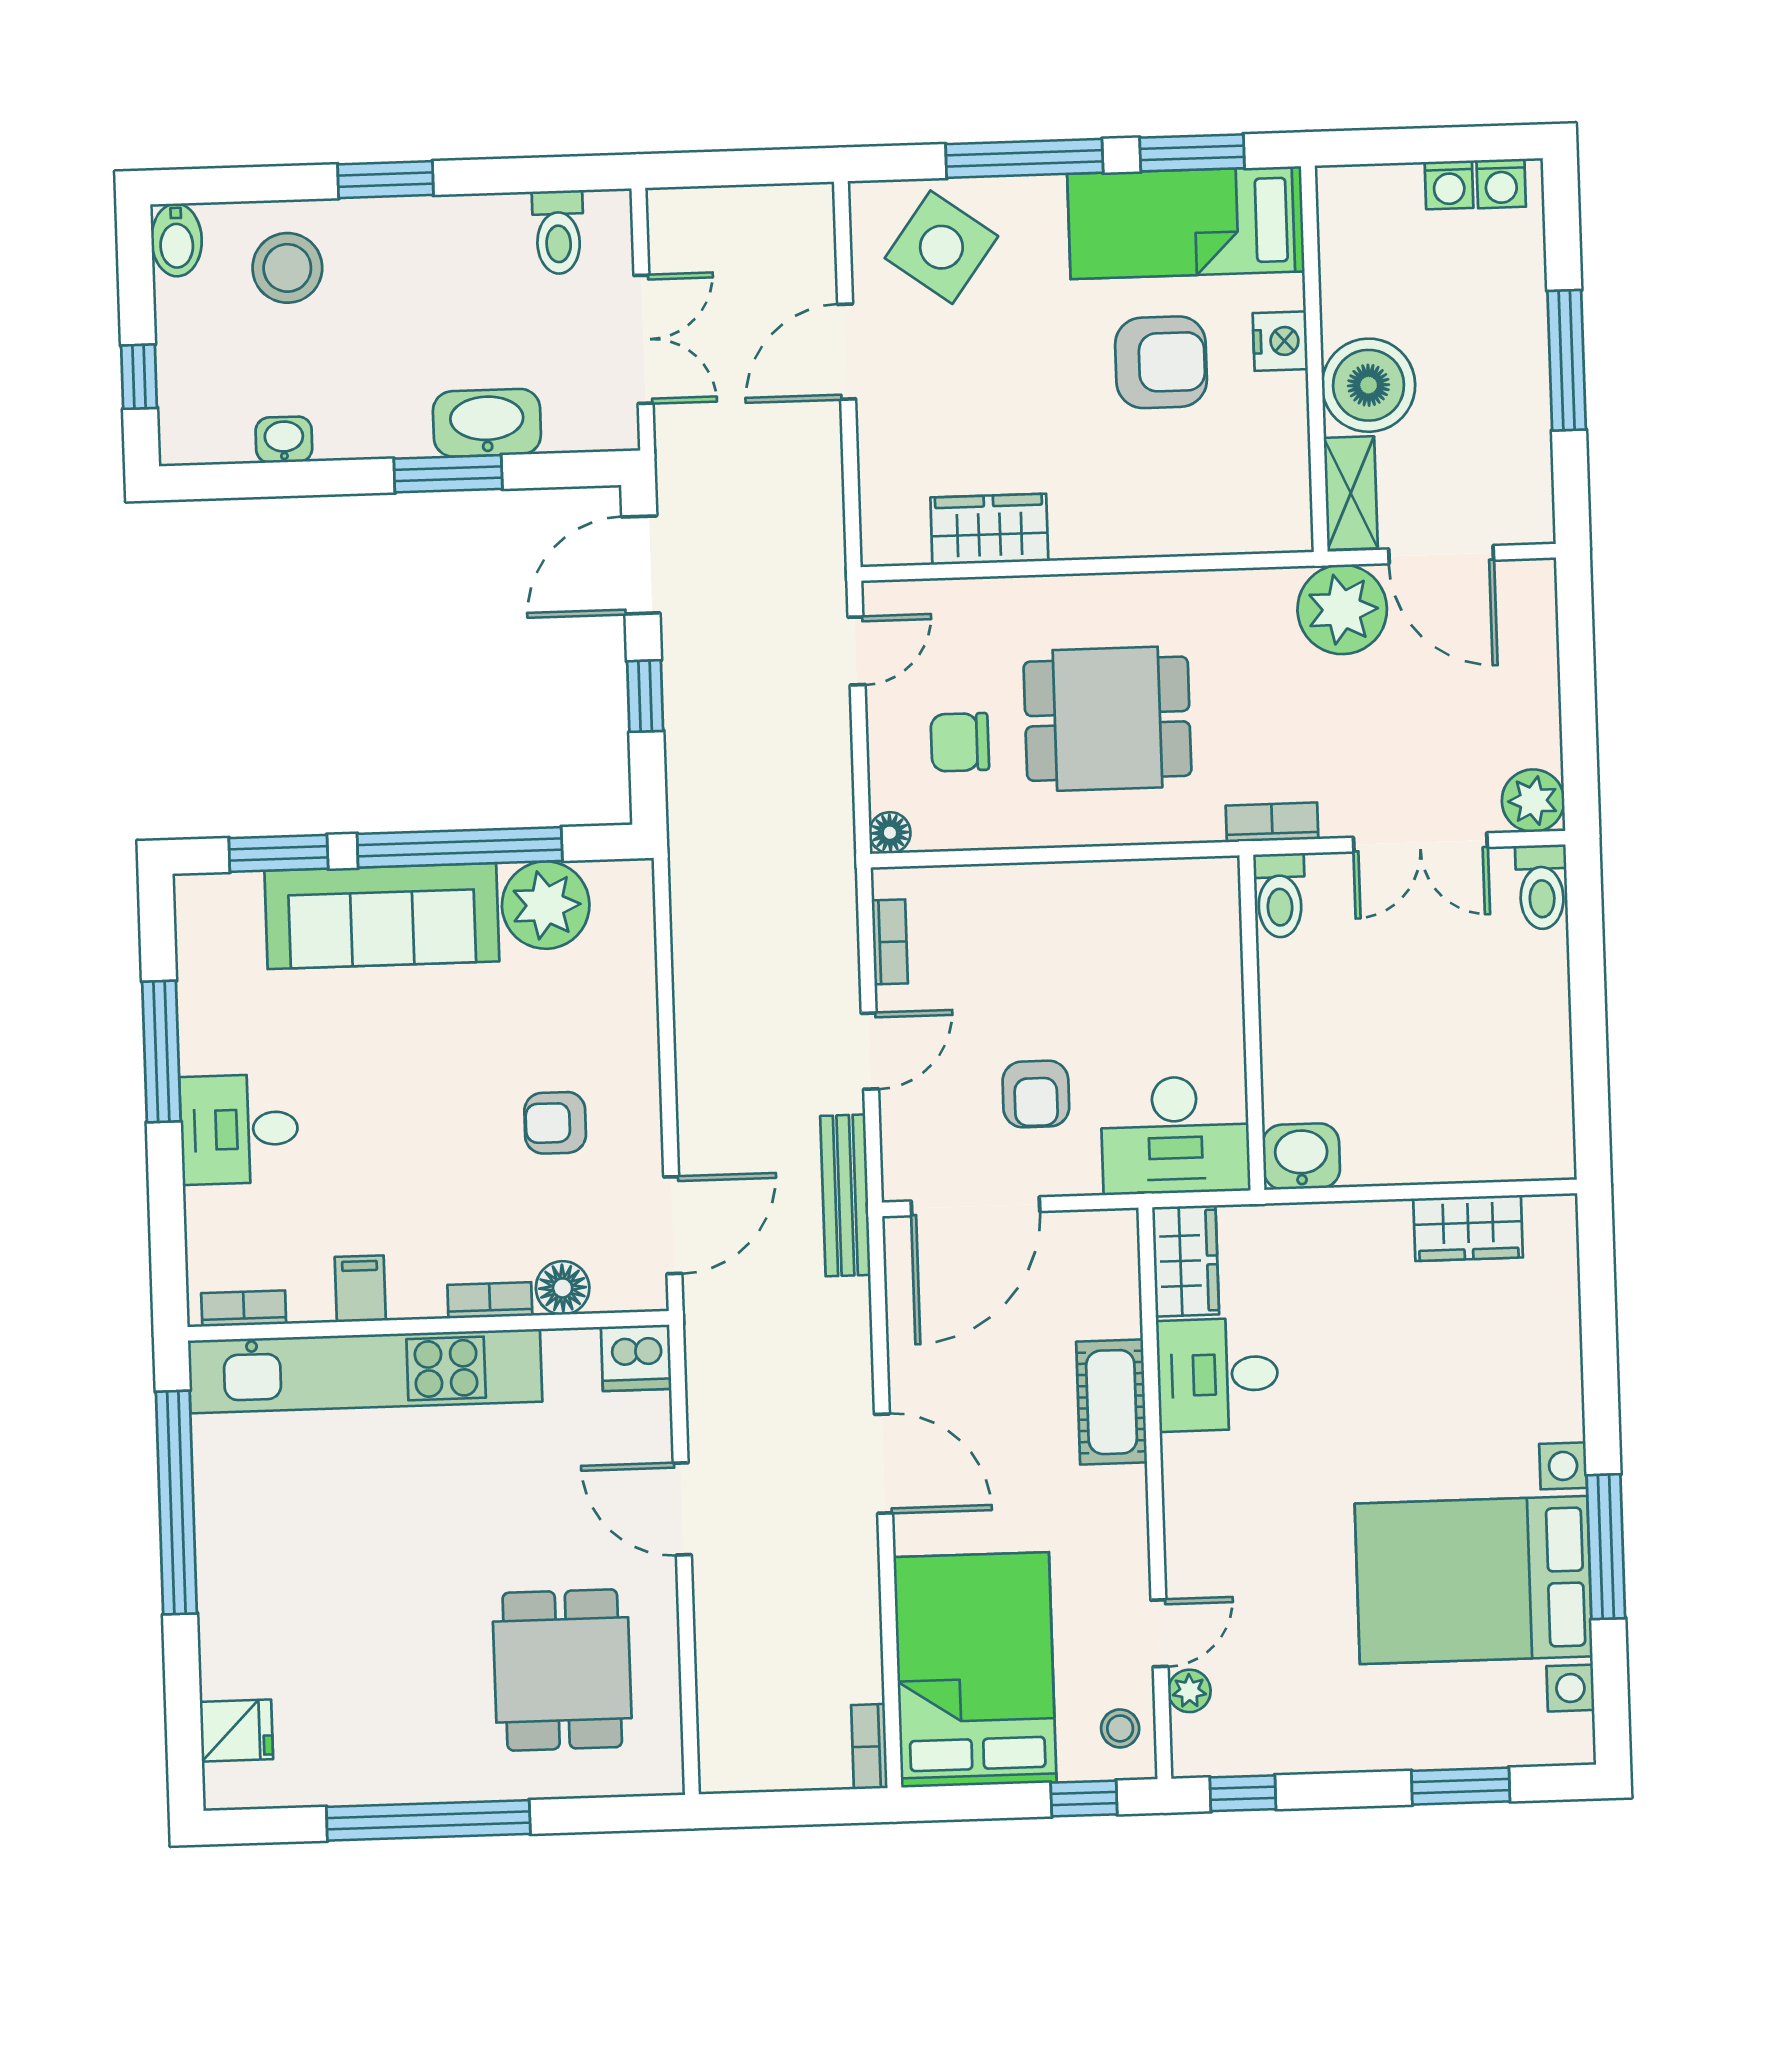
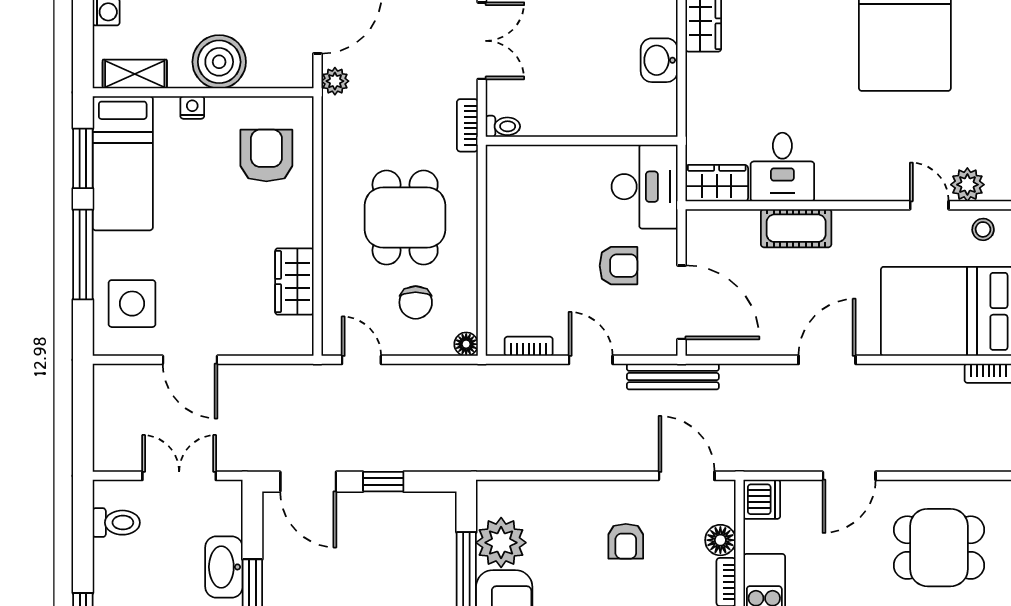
side table: (941, 247) -> (132, 304), turned -36
nightstand: (1280, 341) -> (192, 108), width x0.72, depth x0.74
armchair: (1161, 362) -> (266, 156), moved
shelving: (1351, 493) -> (135, 74), moved
plant: (1342, 609) -> (335, 81), width x0.53, depth x0.53
toilet: (1280, 895) -> (503, 126), width x0.73, depth x0.72
washbasin: (1301, 1156) -> (659, 60), moved
plant: (1189, 1691) -> (967, 185), width x1.38, depth x1.38

